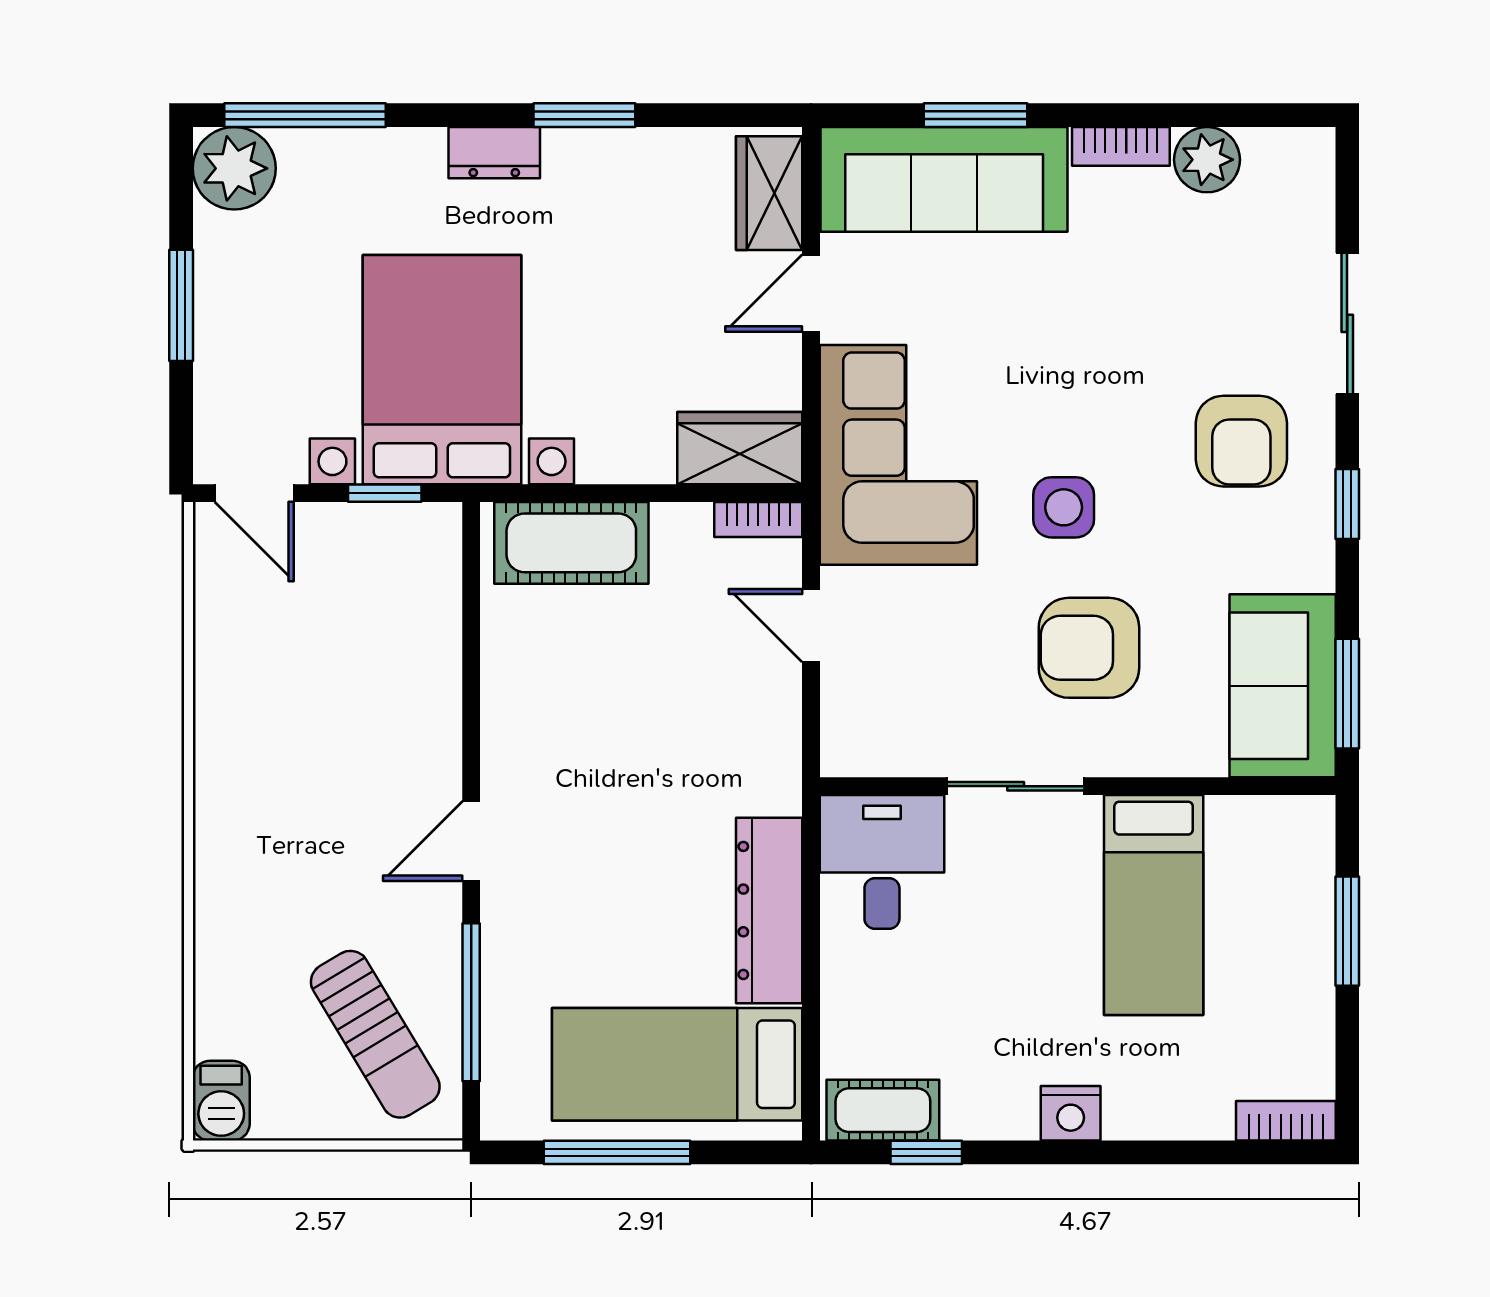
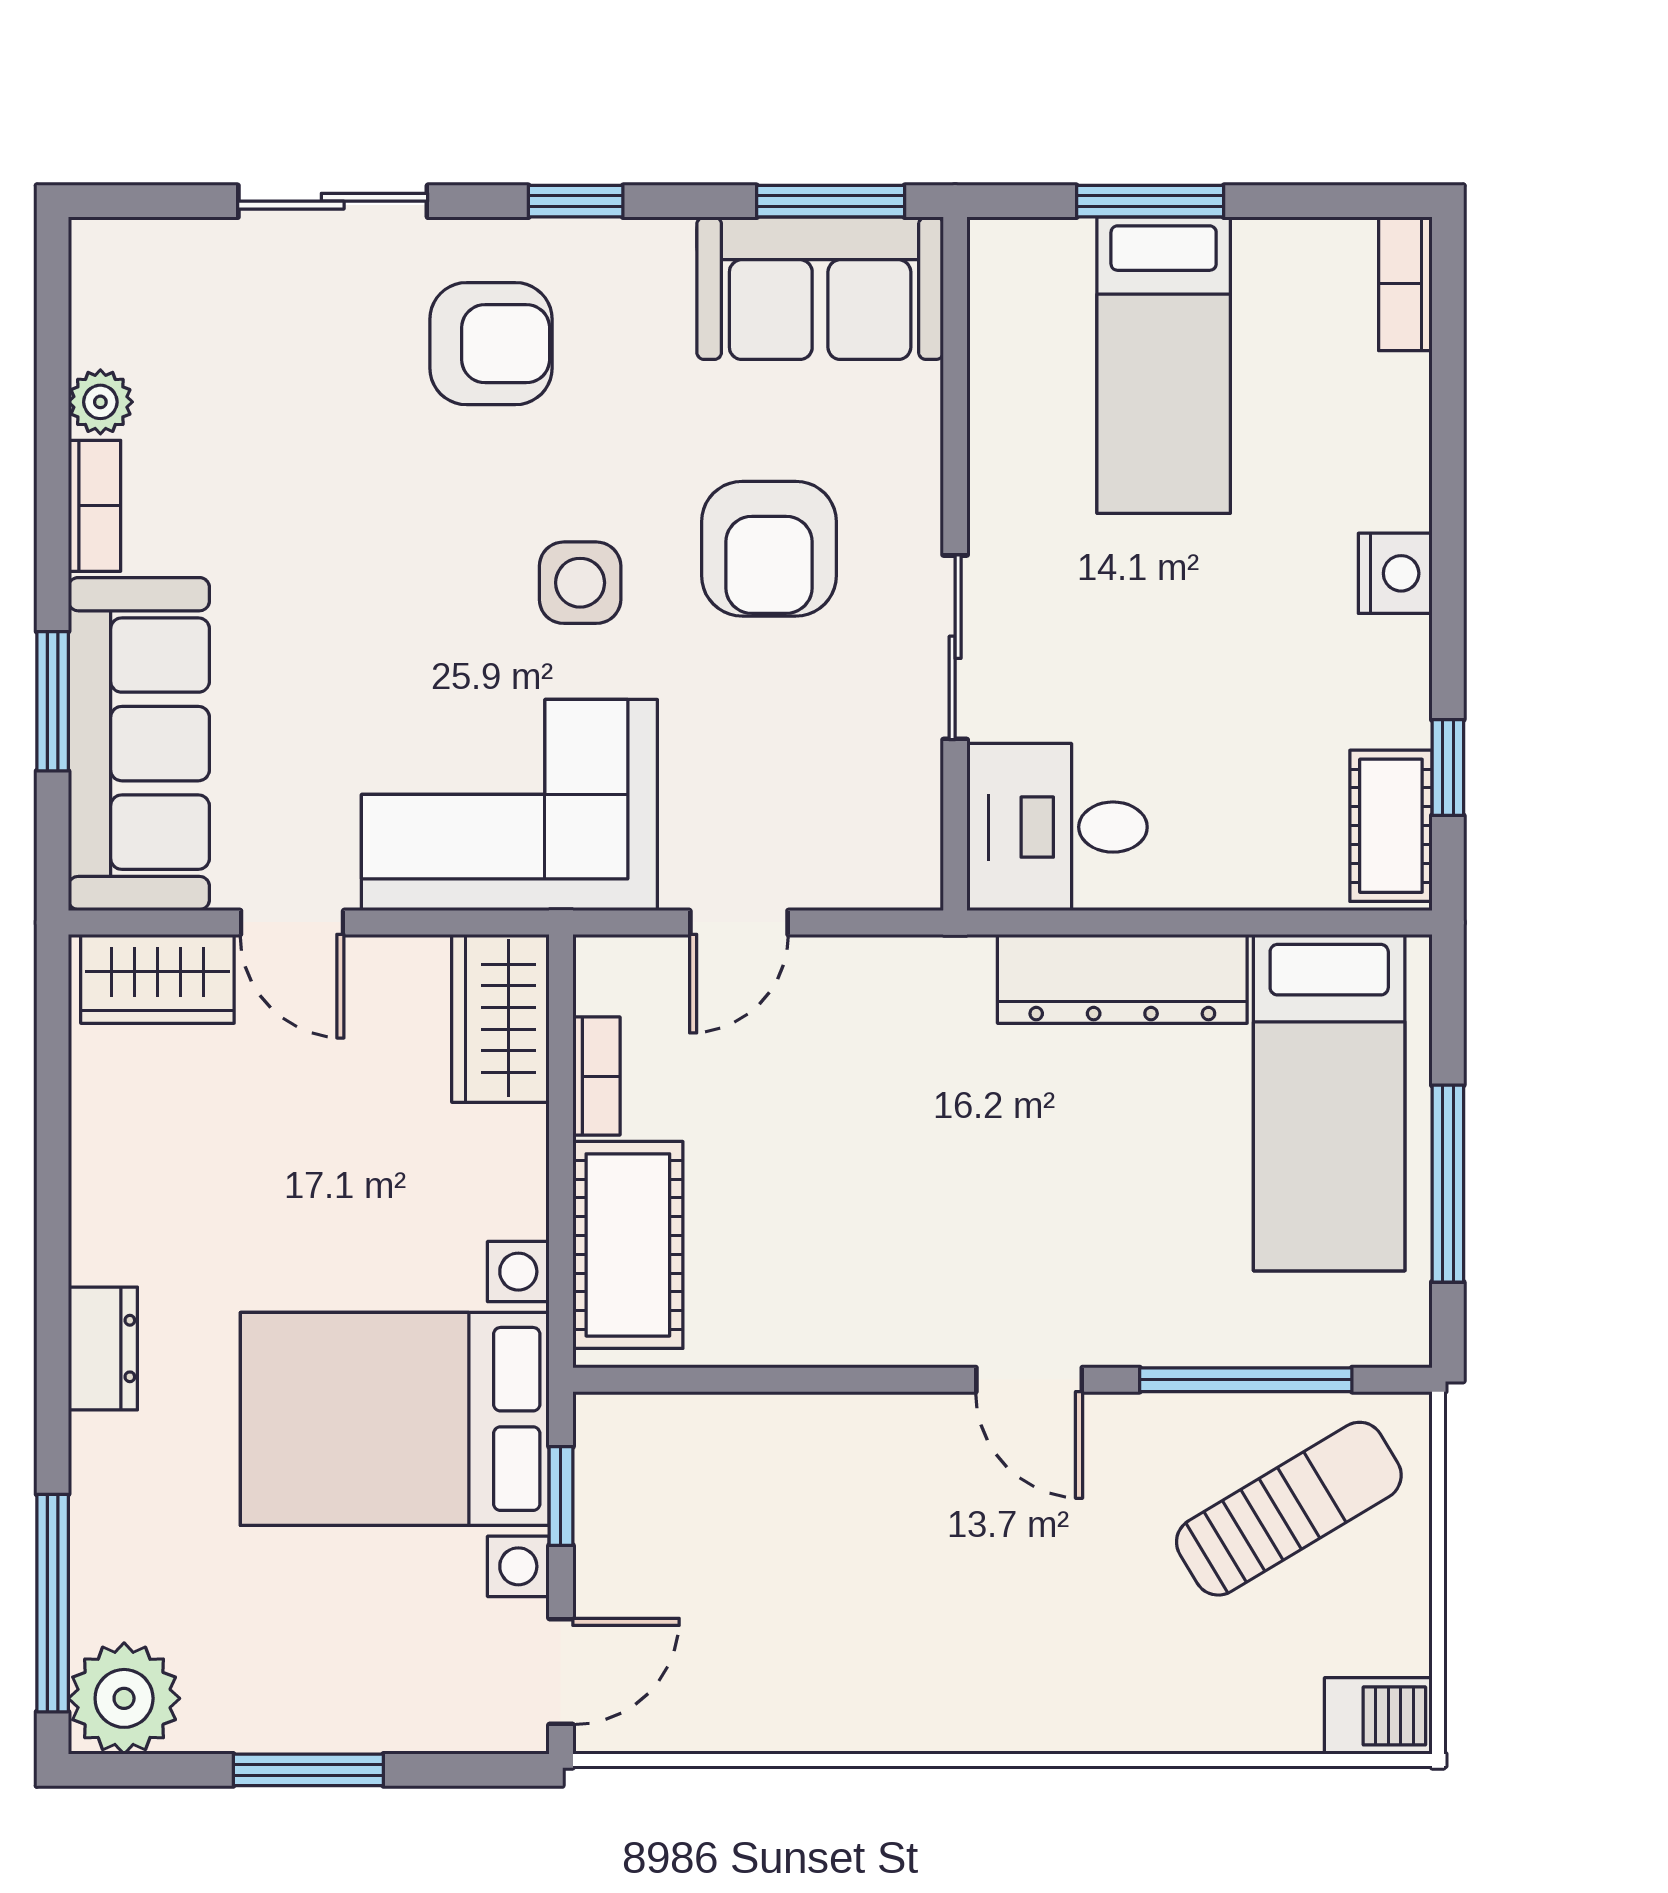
window: (584, 115) -> (53, 1228), removed
plant: (1207, 160) -> (100, 402), width x0.73, depth x0.73
bookcase: (758, 519) -> (596, 1076), moved
bed: (1154, 905) -> (1164, 365), moved, turned 90

